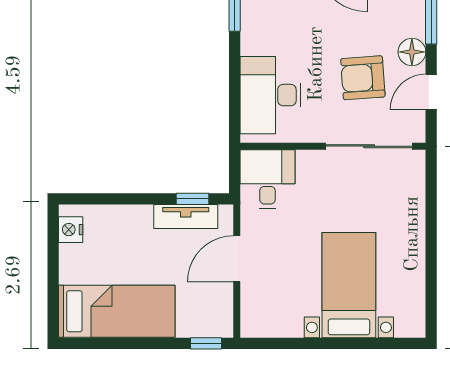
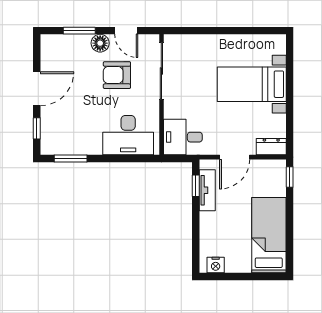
armchair: (363, 78) -> (117, 75), turned 94
door: (237, 259) -> (235, 157), hinge flipped
dresser: (253, 315) -> (271, 147), added

